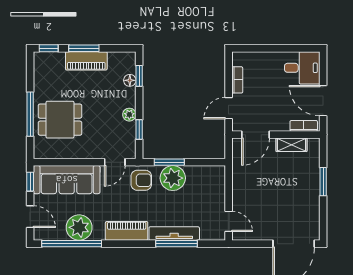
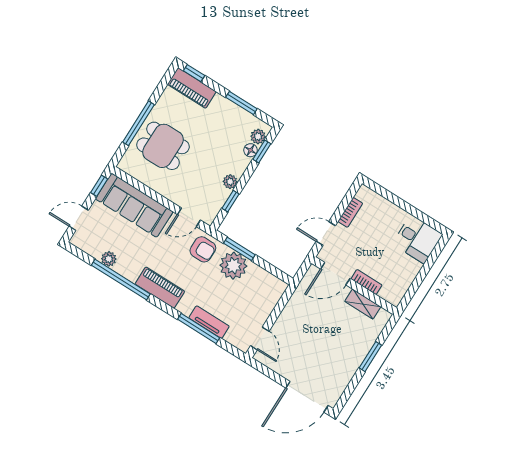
window: (84, 48) -> (241, 103), moved
piano: (86, 61) -> (192, 88), moved
plant: (129, 66) -> (258, 136), added
door: (323, 101) -> (418, 282), removed
bookcase: (304, 126) -> (366, 282), moved
door: (30, 217) -> (79, 218), swing flipped
plant: (79, 227) -> (109, 259), width x0.53, depth x0.53
tv unit: (174, 234) -> (209, 322), width x0.71
window: (72, 244) -> (121, 280), moved

